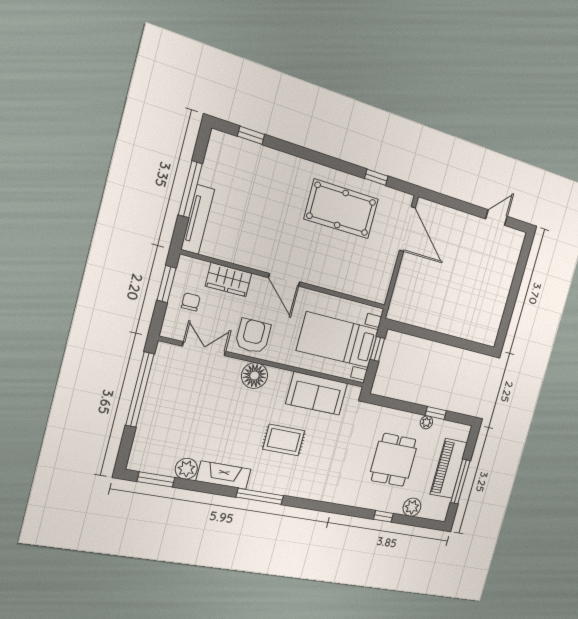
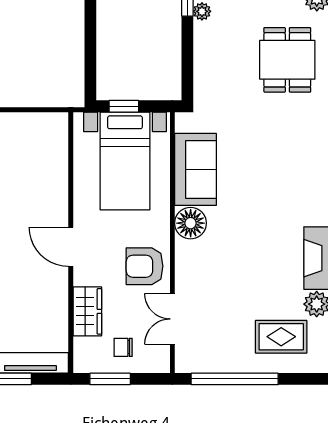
door: (284, 280) -> (71, 247), swing flipped
floor lamp: (254, 376) -> (191, 223), moved
rug: (284, 440) -> (281, 337), moved, turned 90
dining table: (394, 460) -> (287, 60), moved, turned 90

